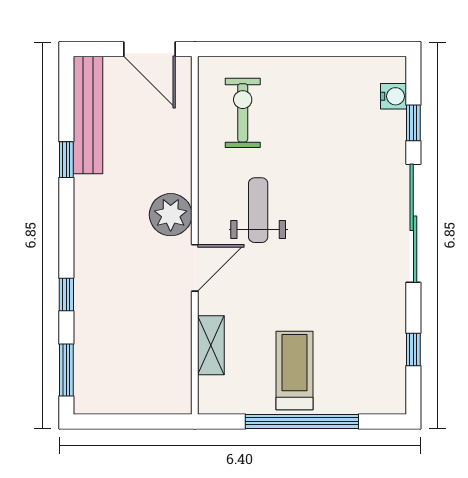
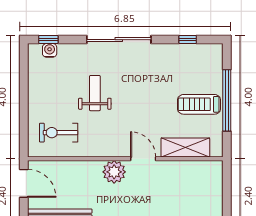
door: (149, 49) -> (24, 183), hinge flipped
window: (413, 123) -> (48, 40), moved
weight bench: (258, 210) -> (95, 93), moved, turned 90
shelving: (211, 345) -> (185, 148), width x1.50, depth x1.33

